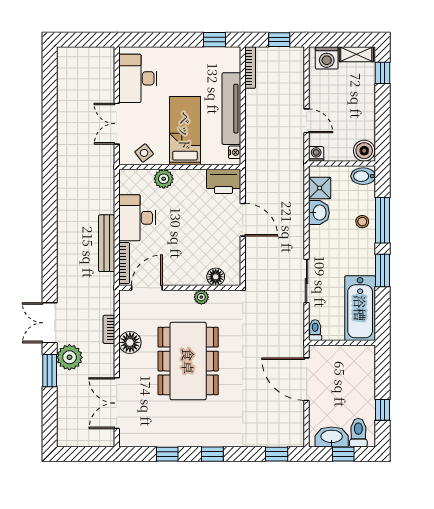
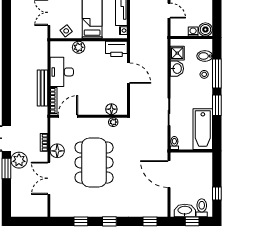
washing machine: (316, 154) -> (193, 32), moved
bidet: (363, 176) -> (205, 56), moved
plant: (201, 297) -> (113, 122), moved
double door: (117, 403) -> (49, 178), moved

